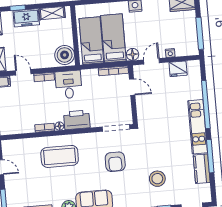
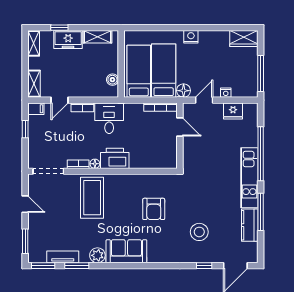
boiler: (65, 55) -> (112, 80), width x0.54, depth x0.54
door: (23, 72) -> (60, 100), swing flipped
doorway: (116, 128) -> (48, 171), moved
coffee table: (60, 156) -> (92, 198), turned 90

